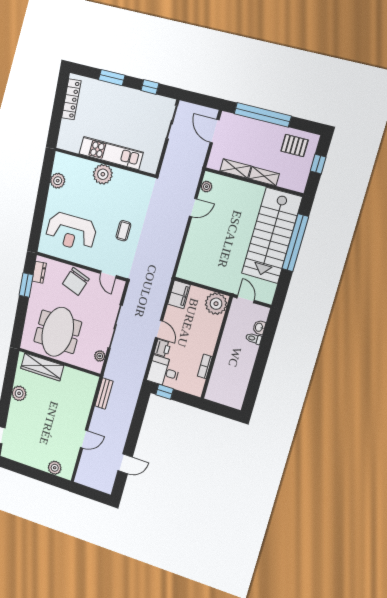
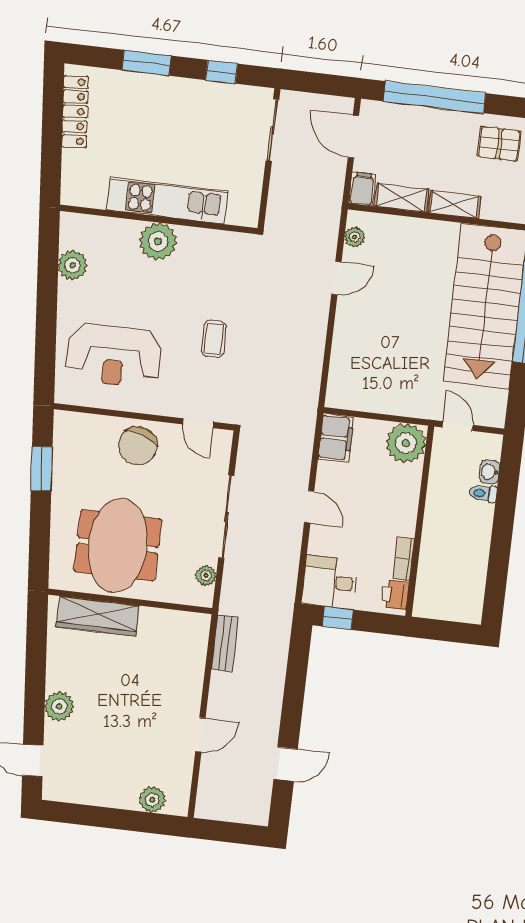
filing cabinet: (215, 161) -> (362, 189), added
dresser: (39, 272) -> (63, 441), removed
printer: (162, 348) -> (395, 595), moved, turned 180
plant: (19, 393) -> (59, 706), moved

